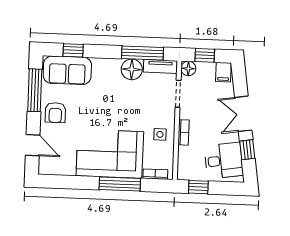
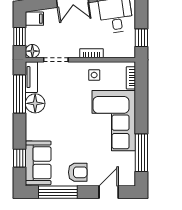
window: (120, 184) -> (141, 153), moved

